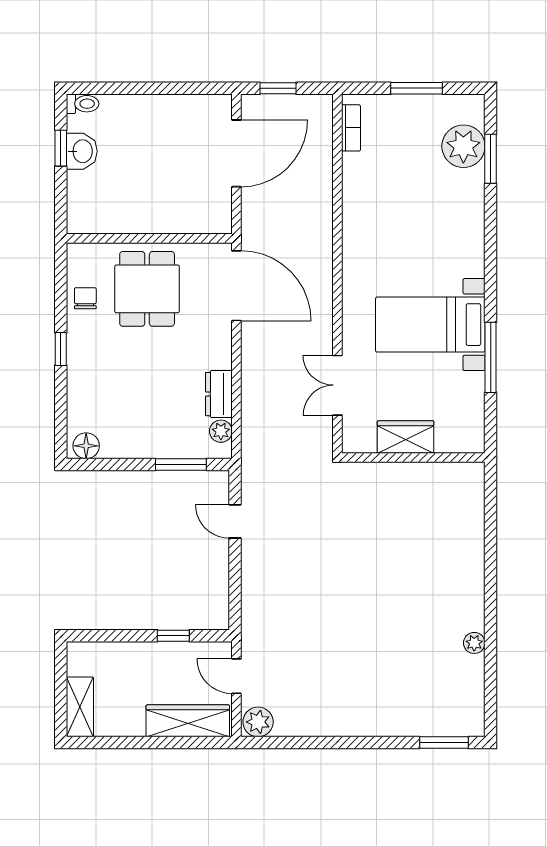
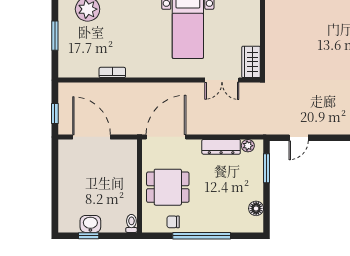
toilet: (83, 104) -> (131, 223), moved
bookcase: (351, 128) -> (112, 72), moved
window: (61, 349) -> (202, 236), width x3.17
dresser: (219, 394) -> (221, 147), width x1.44
wardrobe: (406, 437) -> (251, 62), moved
floor lamp: (86, 446) -> (256, 208), moved

